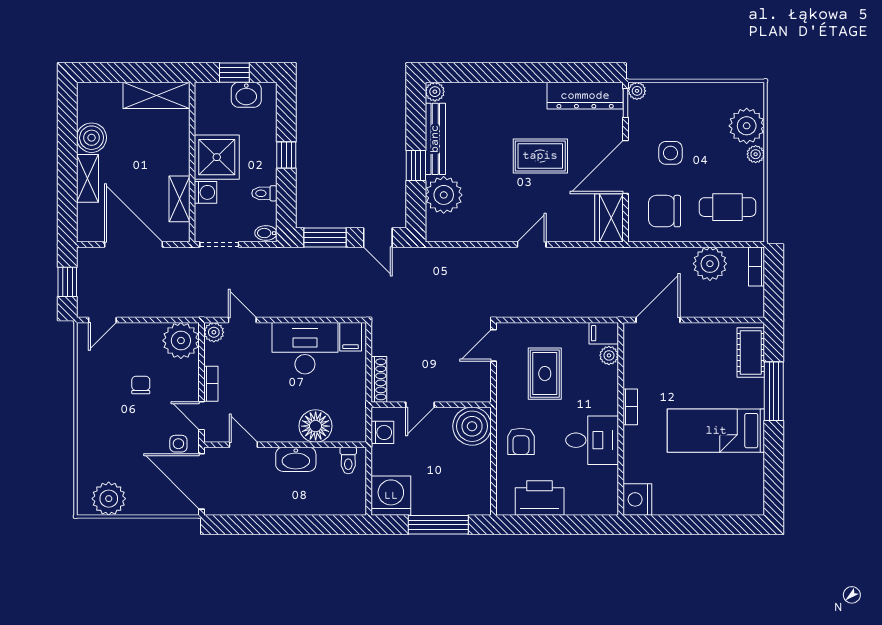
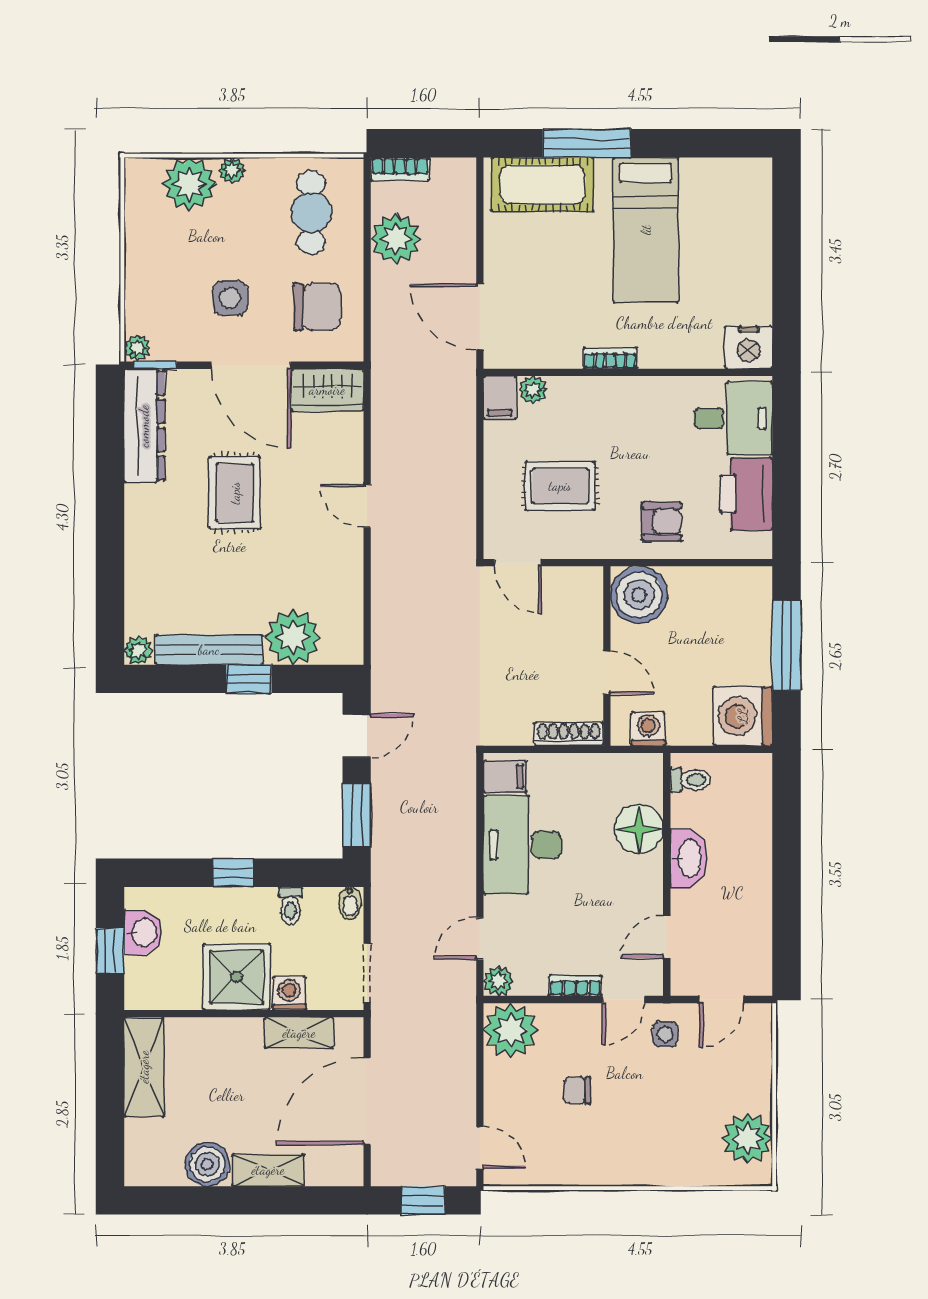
chair: (665, 211) -> (317, 307), turned -90
cot: (751, 353) -> (542, 185), width x1.37, depth x1.34
desk: (592, 440) -> (733, 418), moved, turned 90
door: (202, 481) -> (722, 1000), width x0.53

